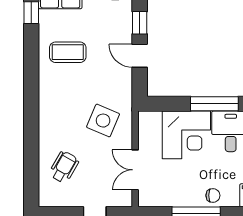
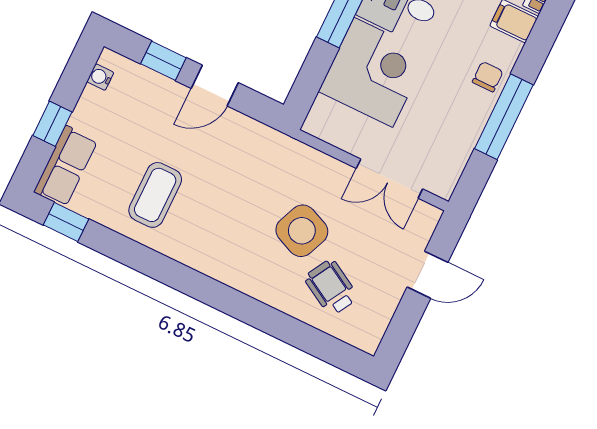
side table: (103, 121) -> (302, 231), moved

